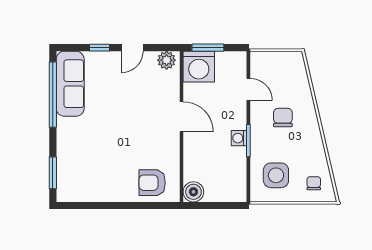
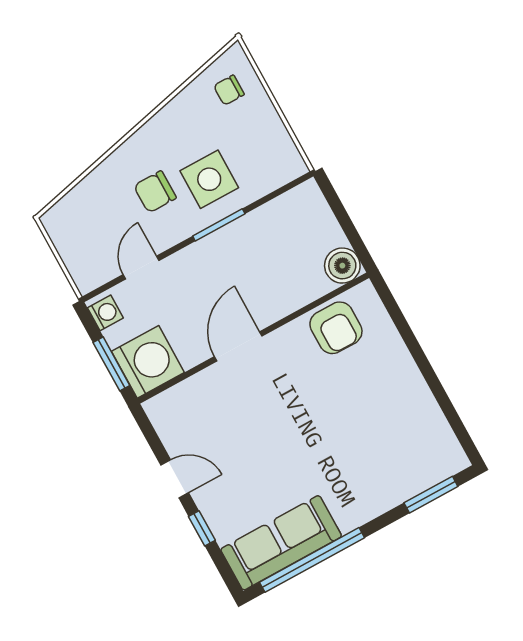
plant: (167, 60) -> (165, 416), removed
washing machine: (239, 138) -> (105, 313), moved, turned -90
side table: (276, 175) -> (209, 179), moved
armchair: (152, 183) -> (336, 328), moved

